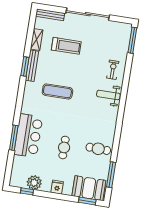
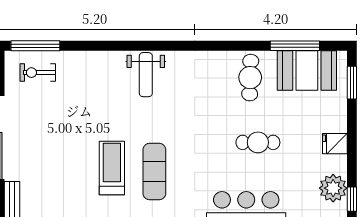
treadmill: (66, 46) -> (112, 168), moved
exercise bike: (113, 70) -> (38, 73), moved
booth: (89, 188) -> (307, 70), moved, turned 90

